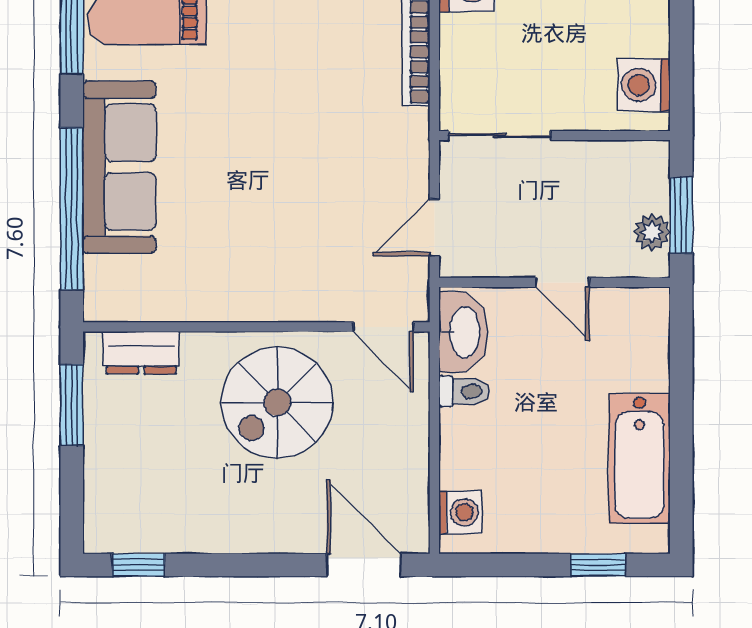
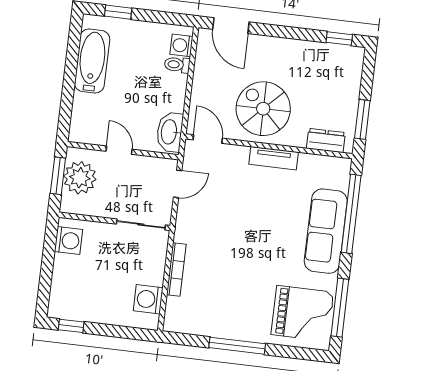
plant: (652, 232) -> (80, 178), width x1.88, depth x1.88
tv unit: (244, 304) -> (274, 158), added
toilet: (464, 391) -> (177, 65), moved
spiral stairs: (277, 402) -> (263, 109), turned -90

